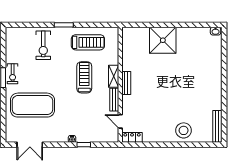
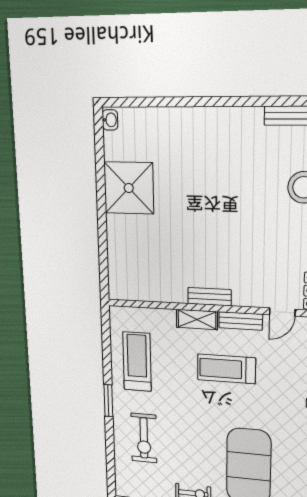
shower: (163, 40) -> (129, 188), moved
exercise bike: (43, 45) -> (144, 438), turned 90
treadmill: (84, 77) -> (226, 369), moved

